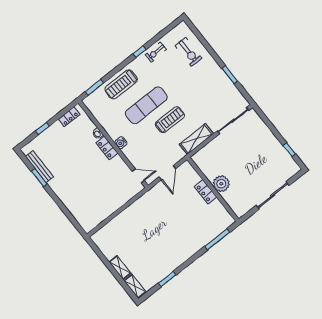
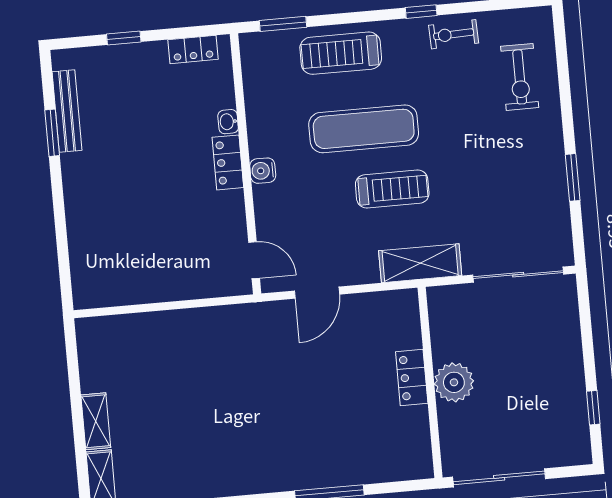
plant: (221, 184) -> (454, 382), moved
wall: (213, 189) -> (430, 383), moved
locker: (206, 192) -> (412, 378), moved

